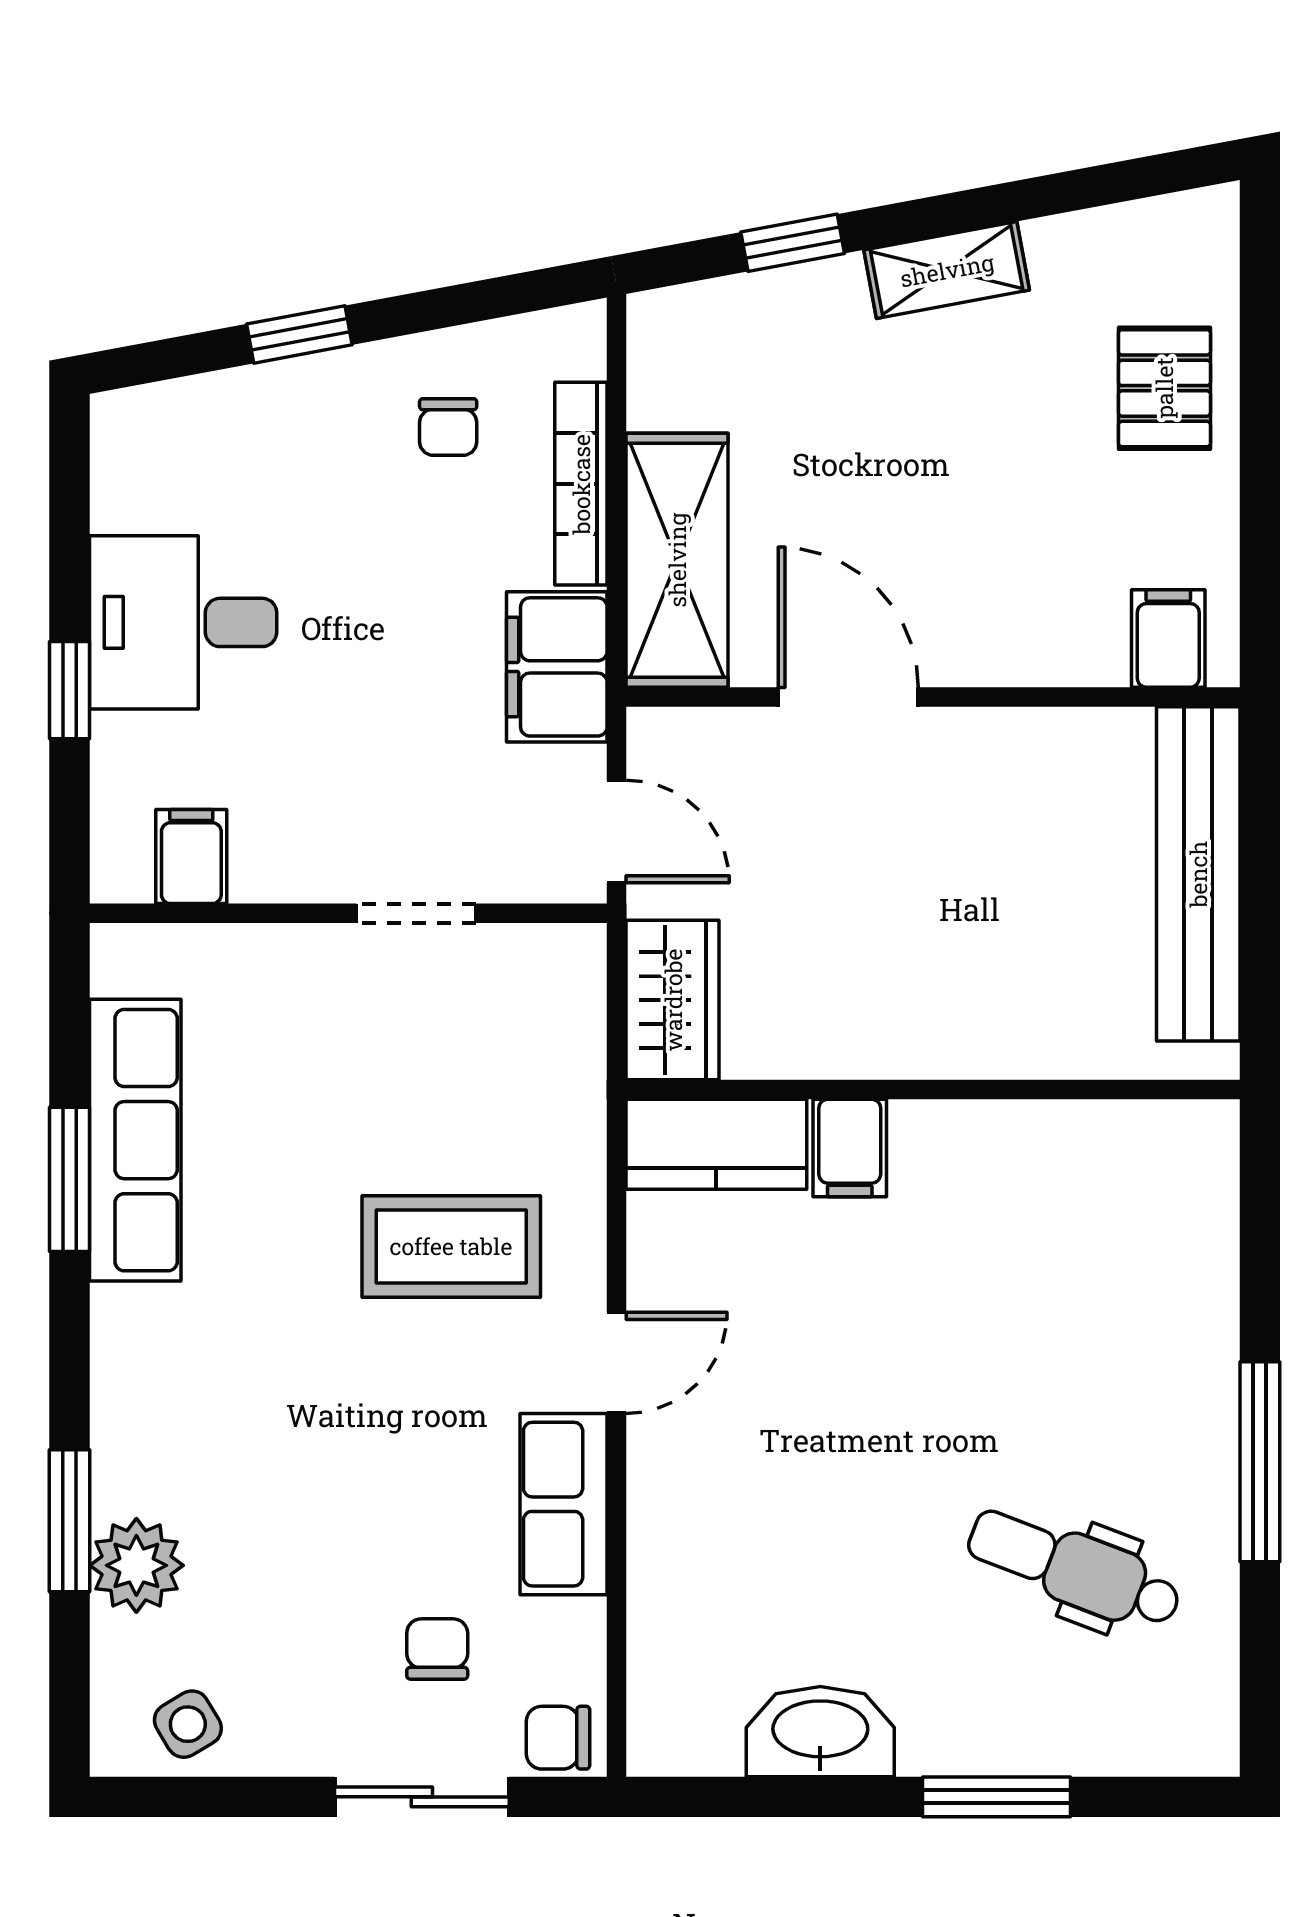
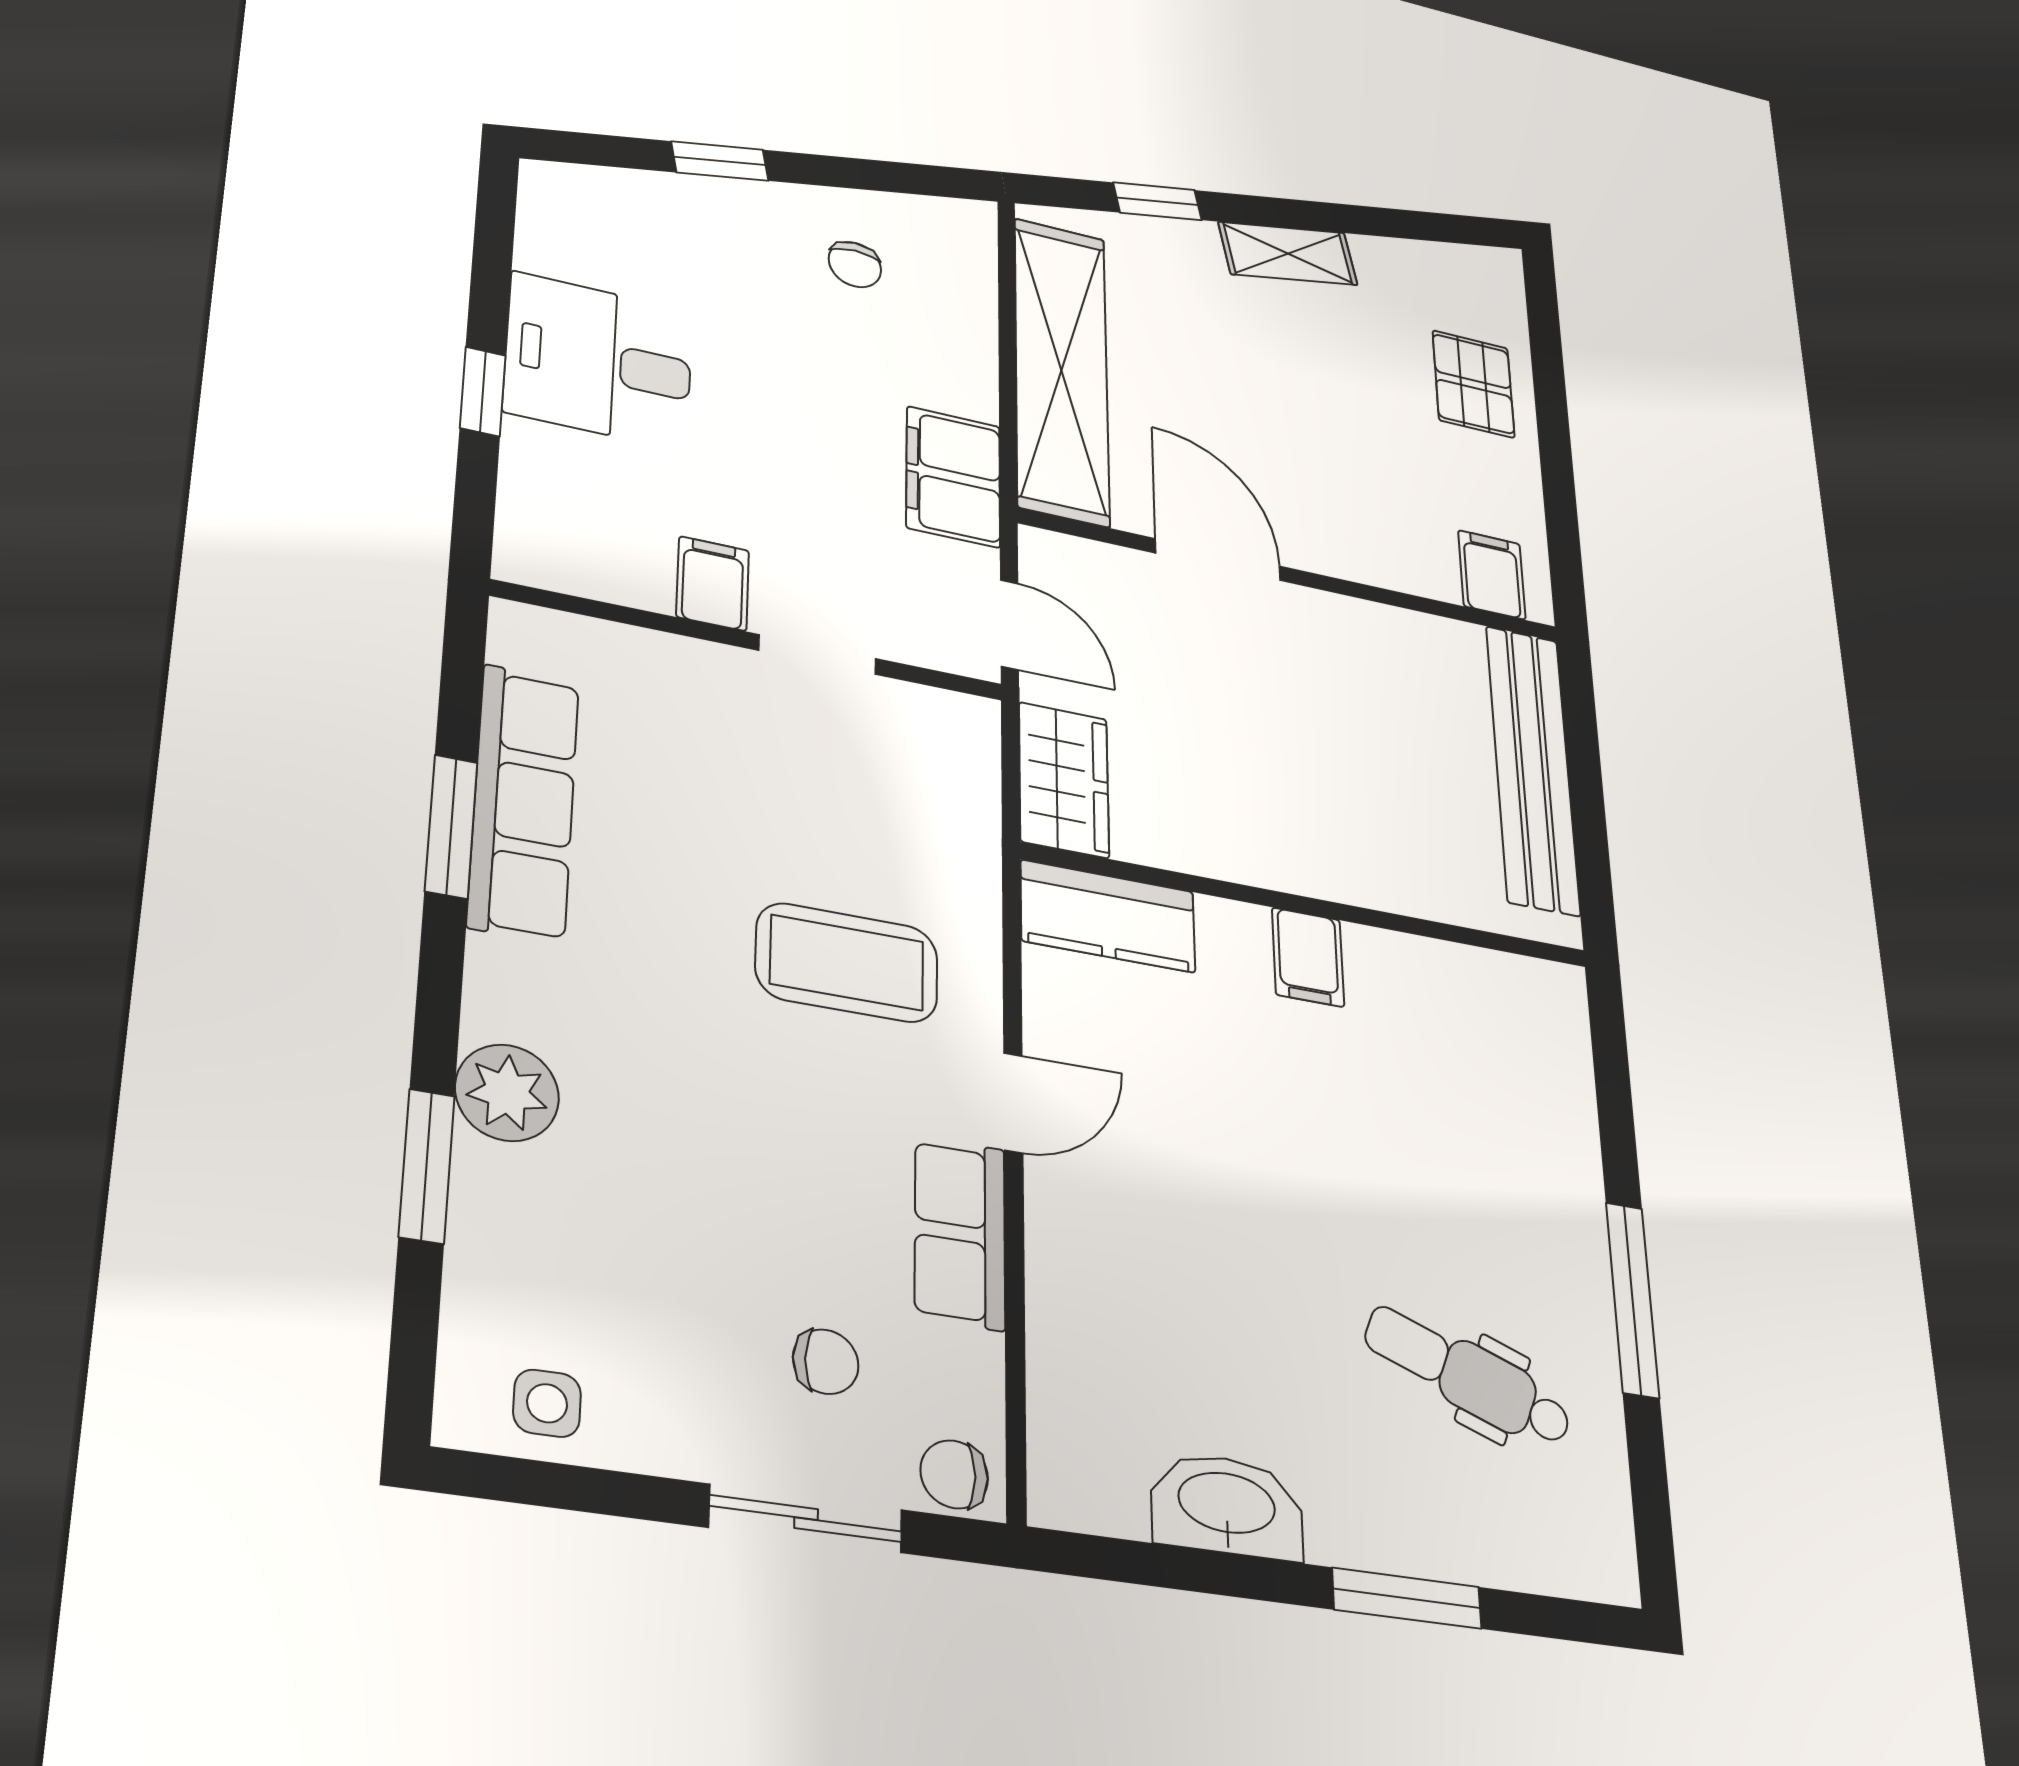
bookcase: (581, 484) -> (975, 337), removed
shelving: (677, 560) -> (1062, 370), width x1.47
filing cabinet: (191, 857) -> (713, 584), moved
filing cabinet: (850, 1148) -> (1308, 957), moved
plant: (136, 1565) -> (507, 1093), moved
chair: (437, 1649) -> (826, 1362), turned 90
side table: (188, 1724) -> (547, 1403), turned 31

